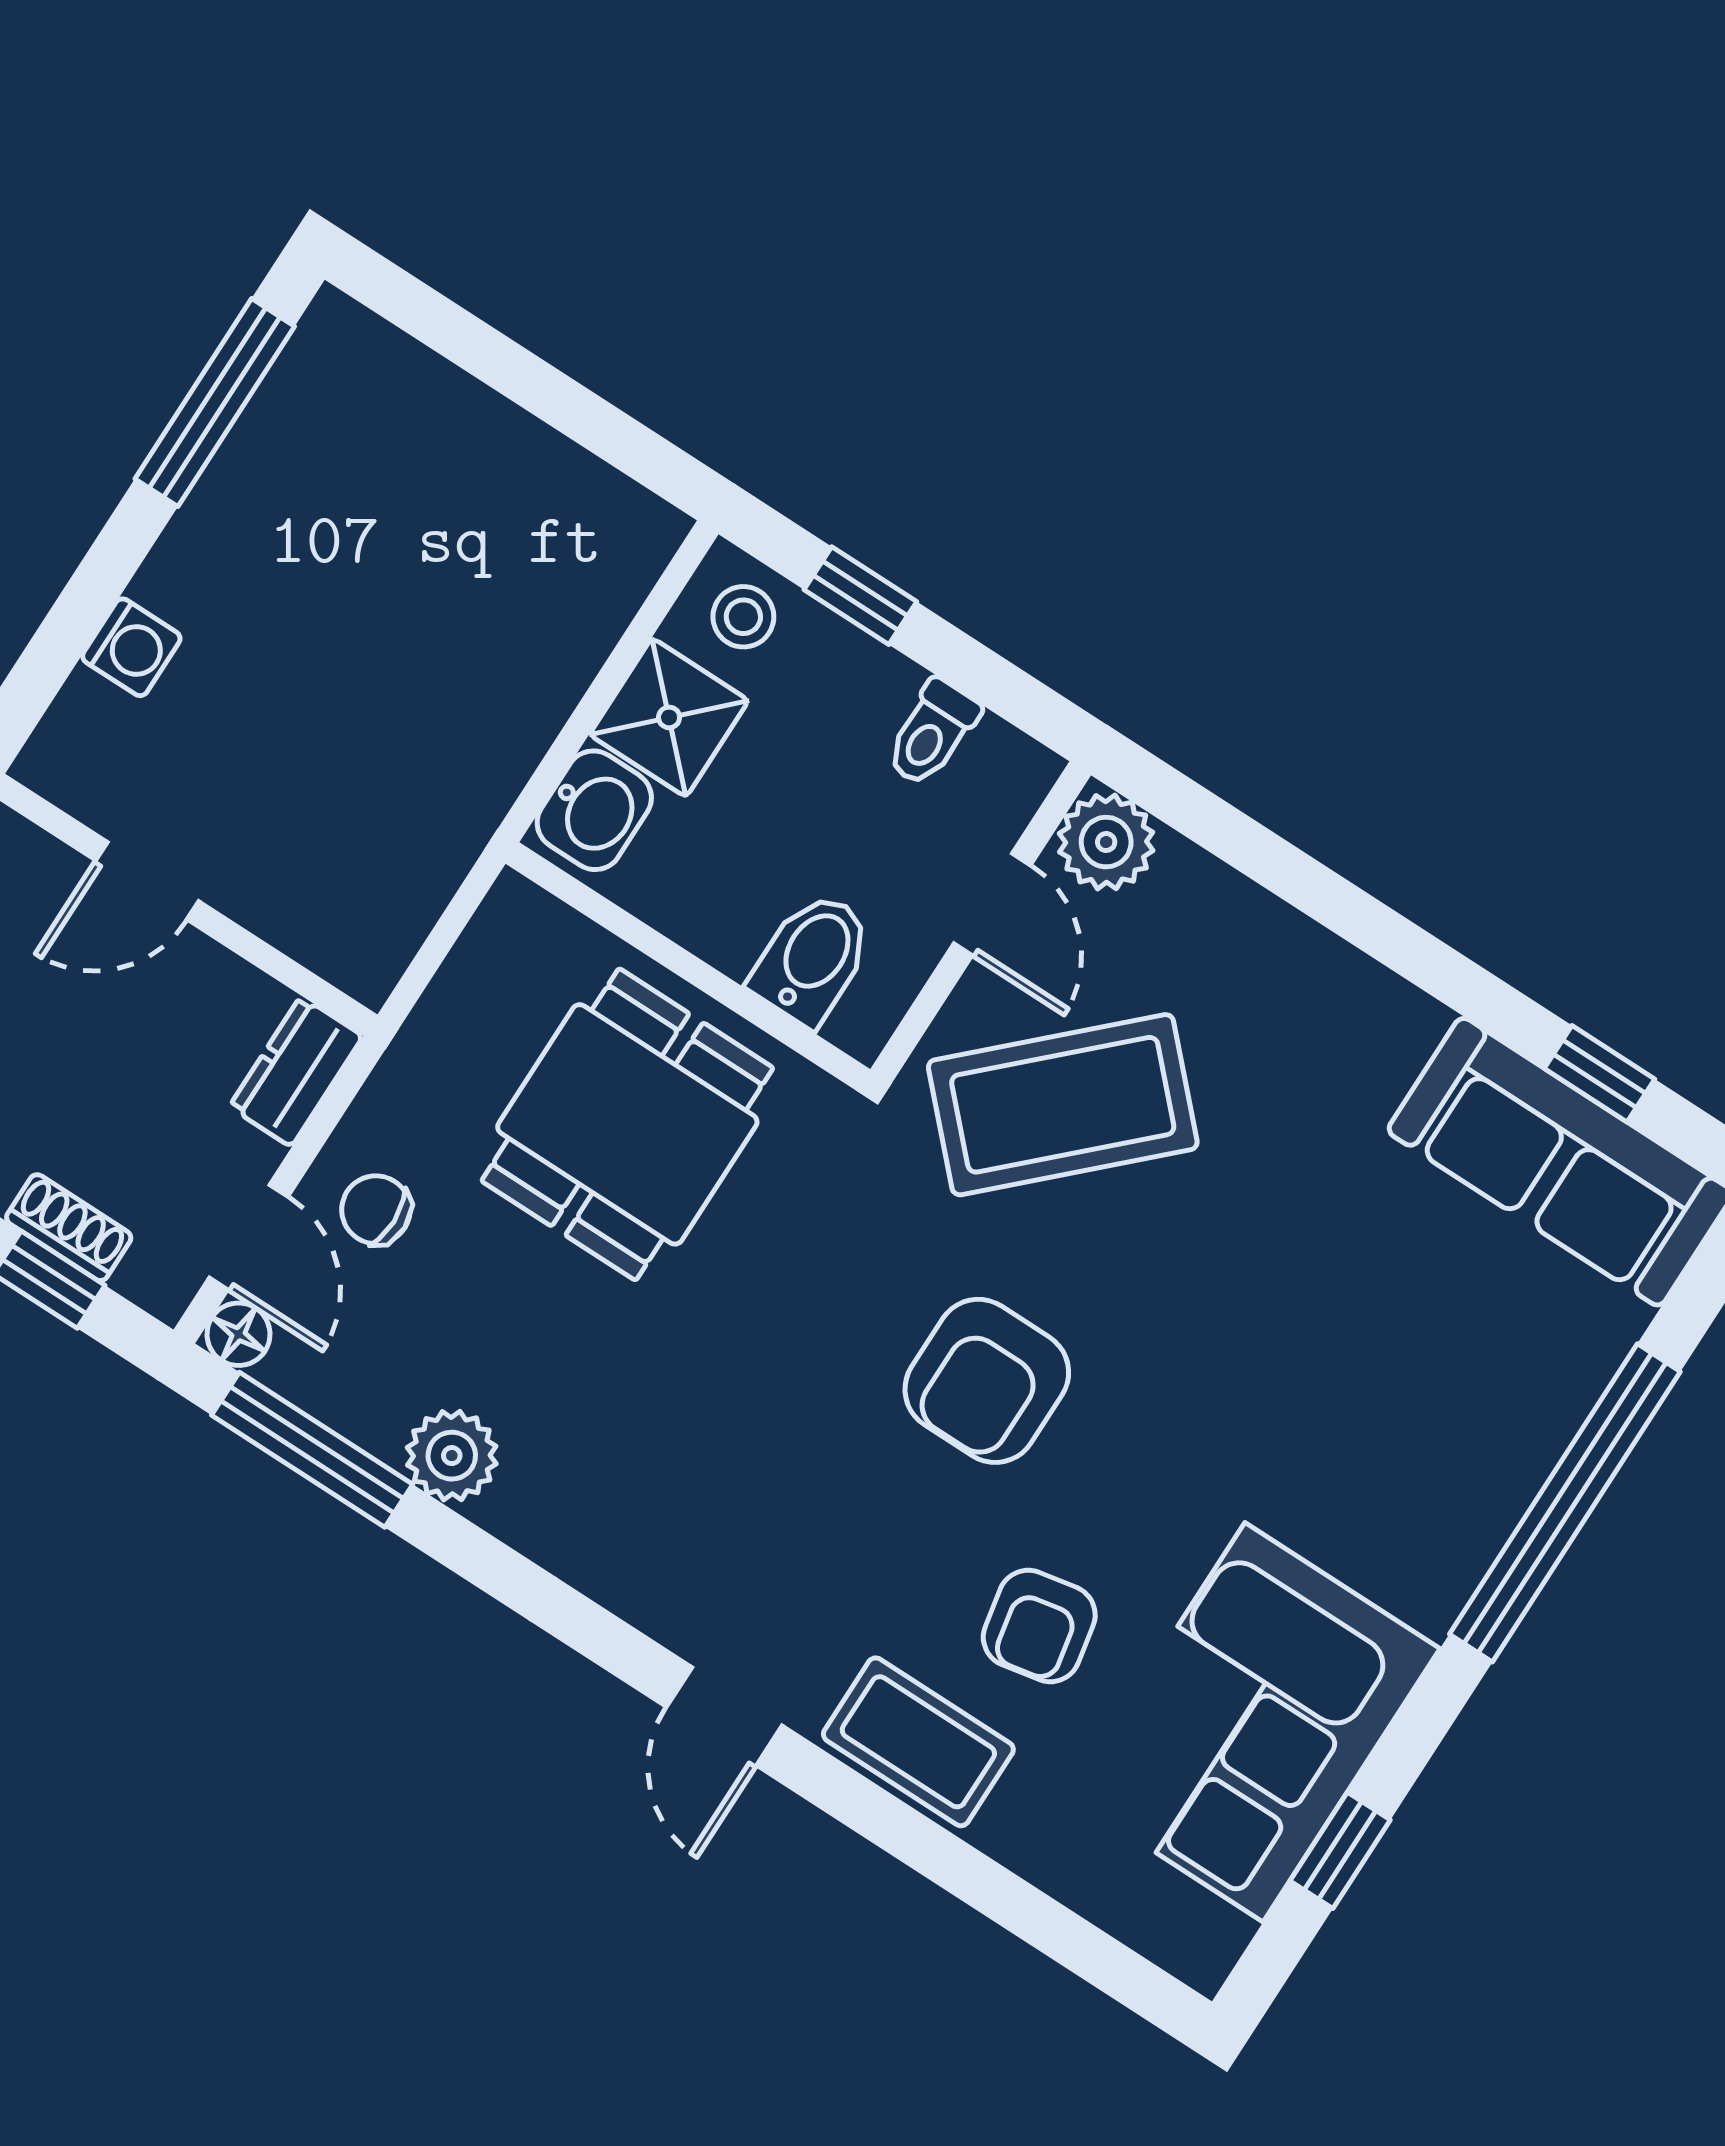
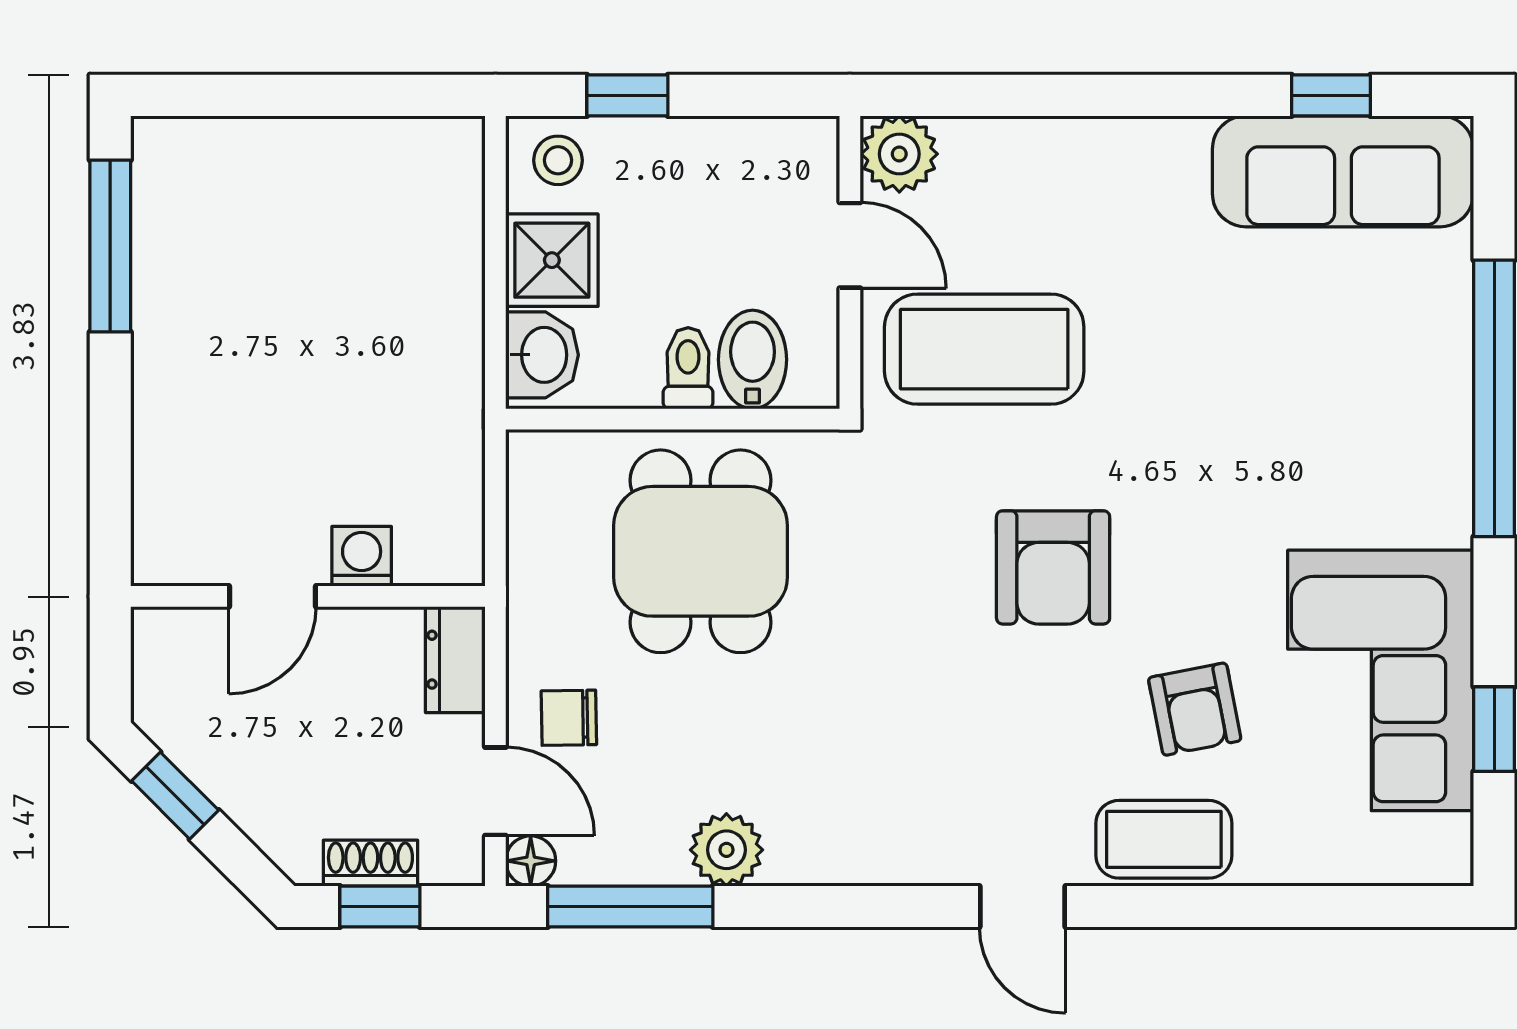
washing machine: (131, 647) -> (362, 556), moved, turned -90
toilet: (932, 733) -> (688, 368), moved, turned 180
coffee table: (1063, 1105) -> (984, 349), turned 44

